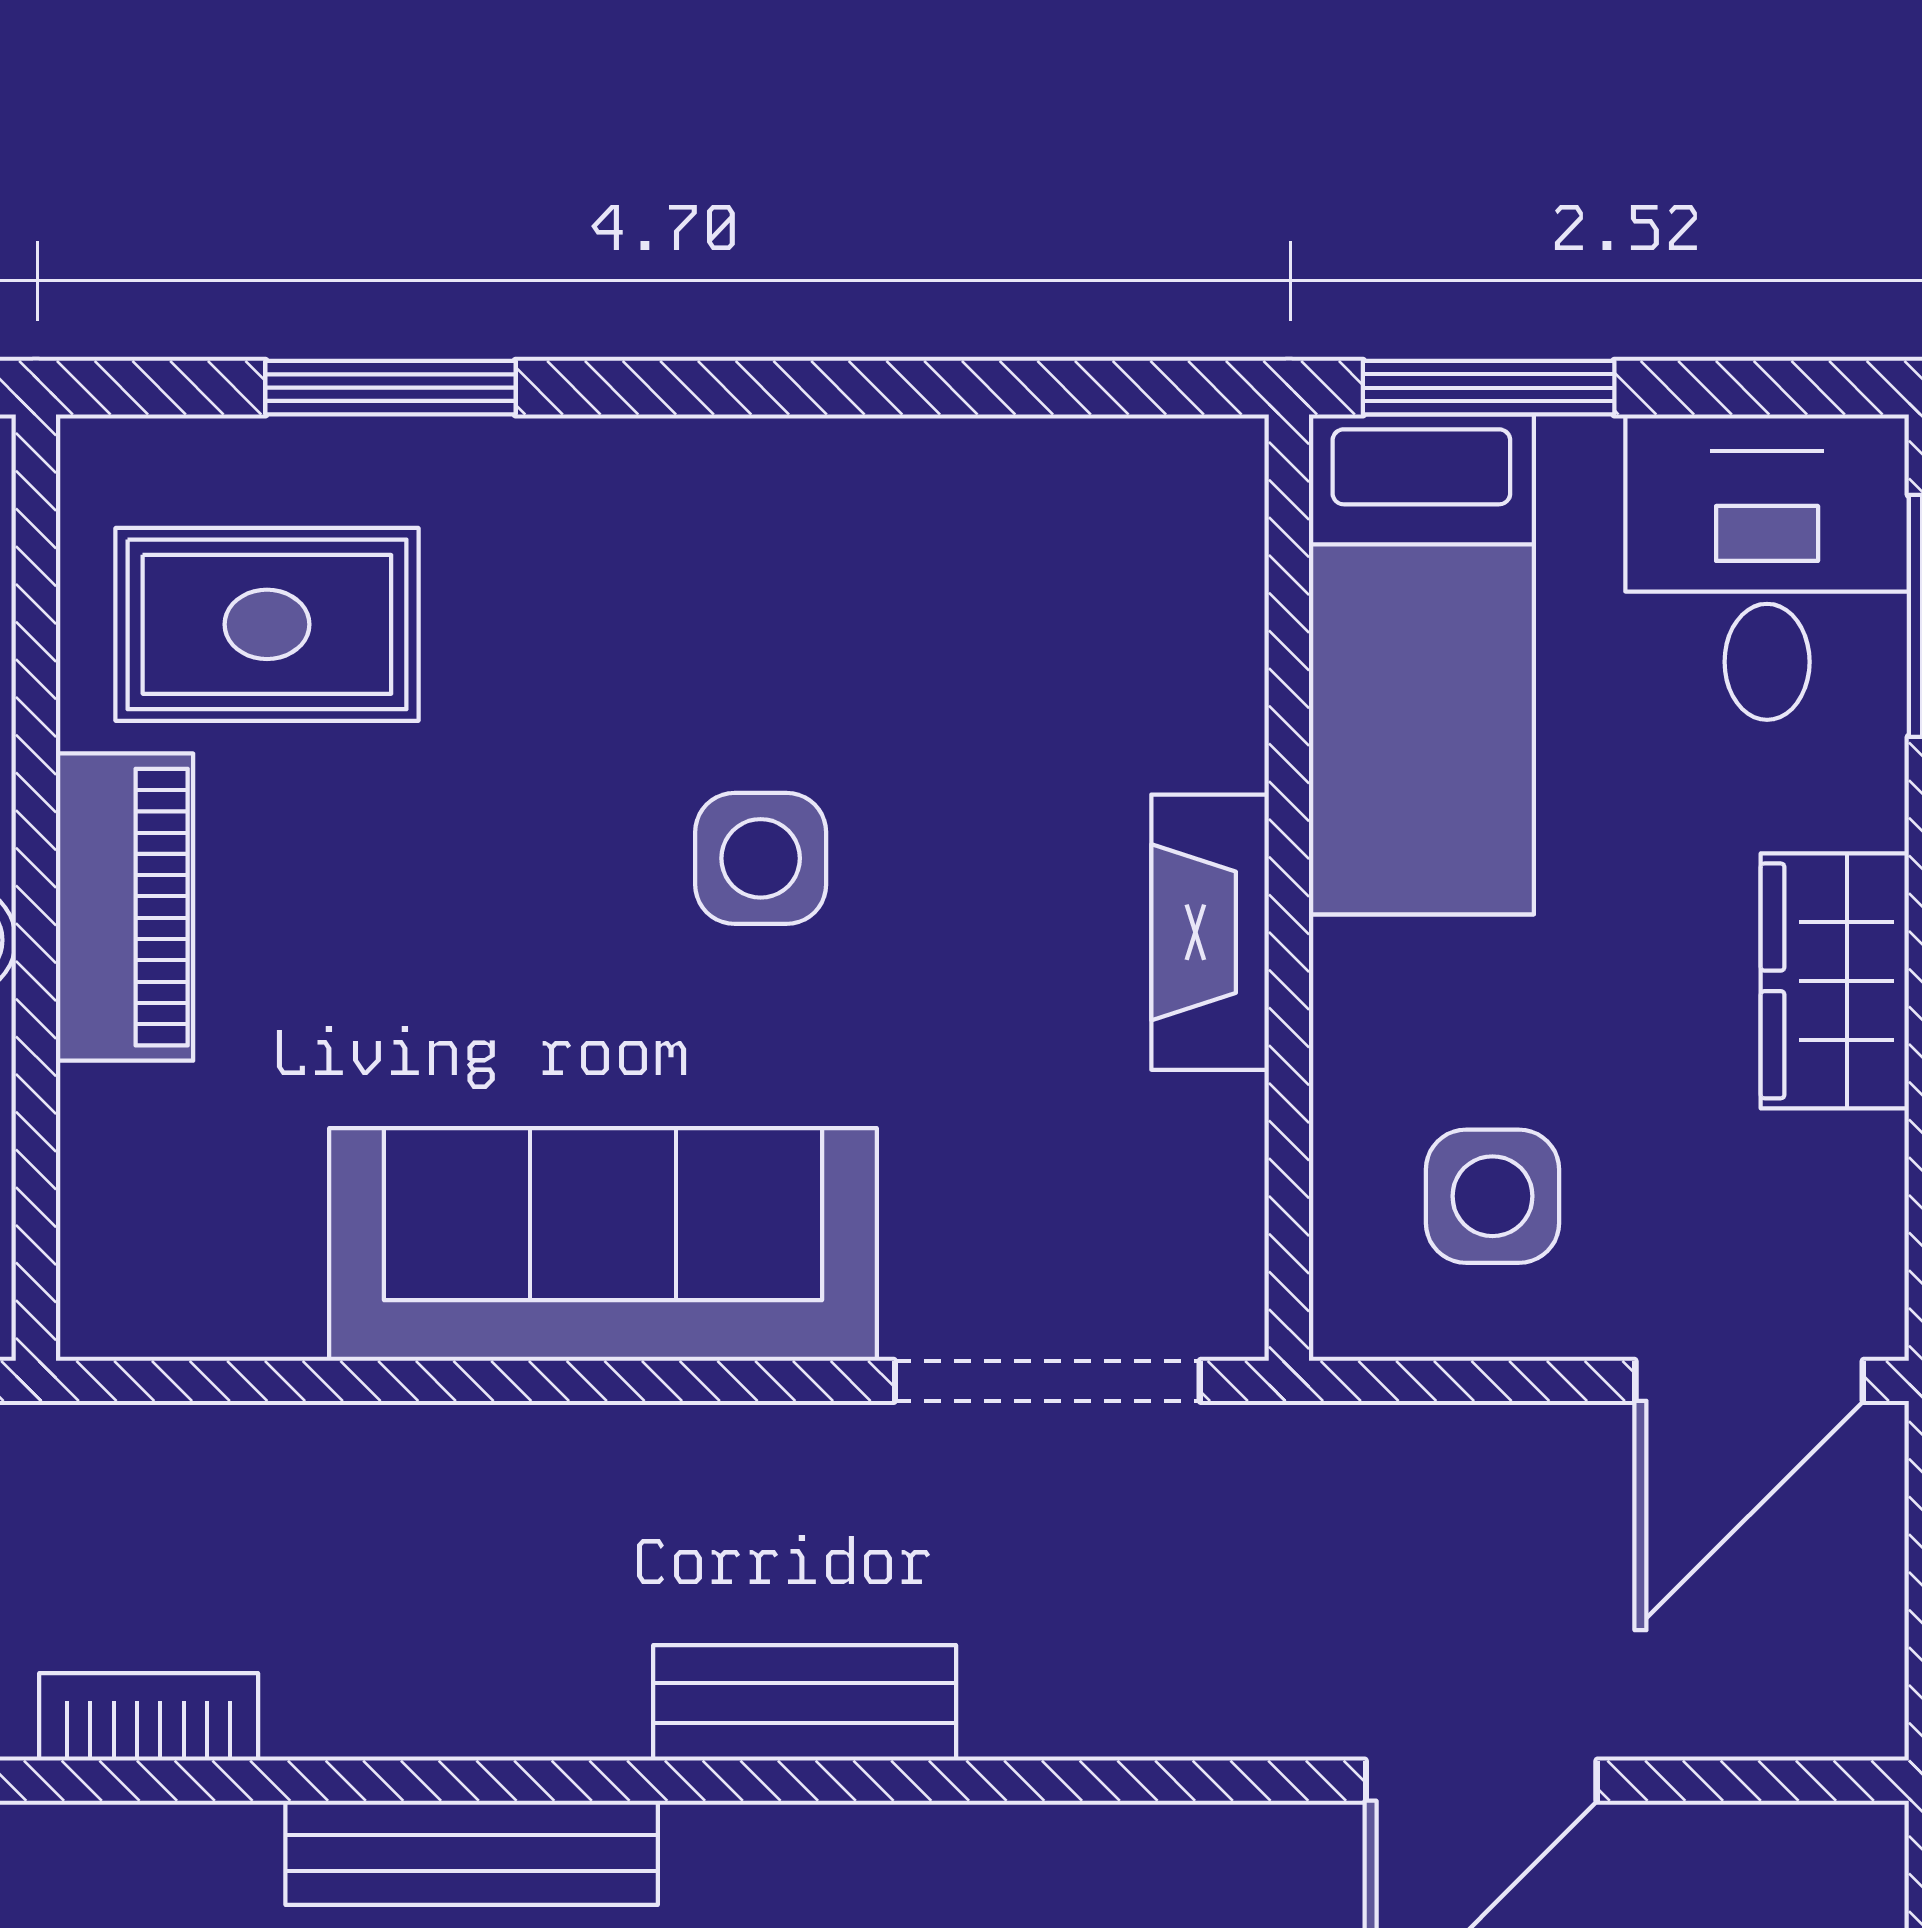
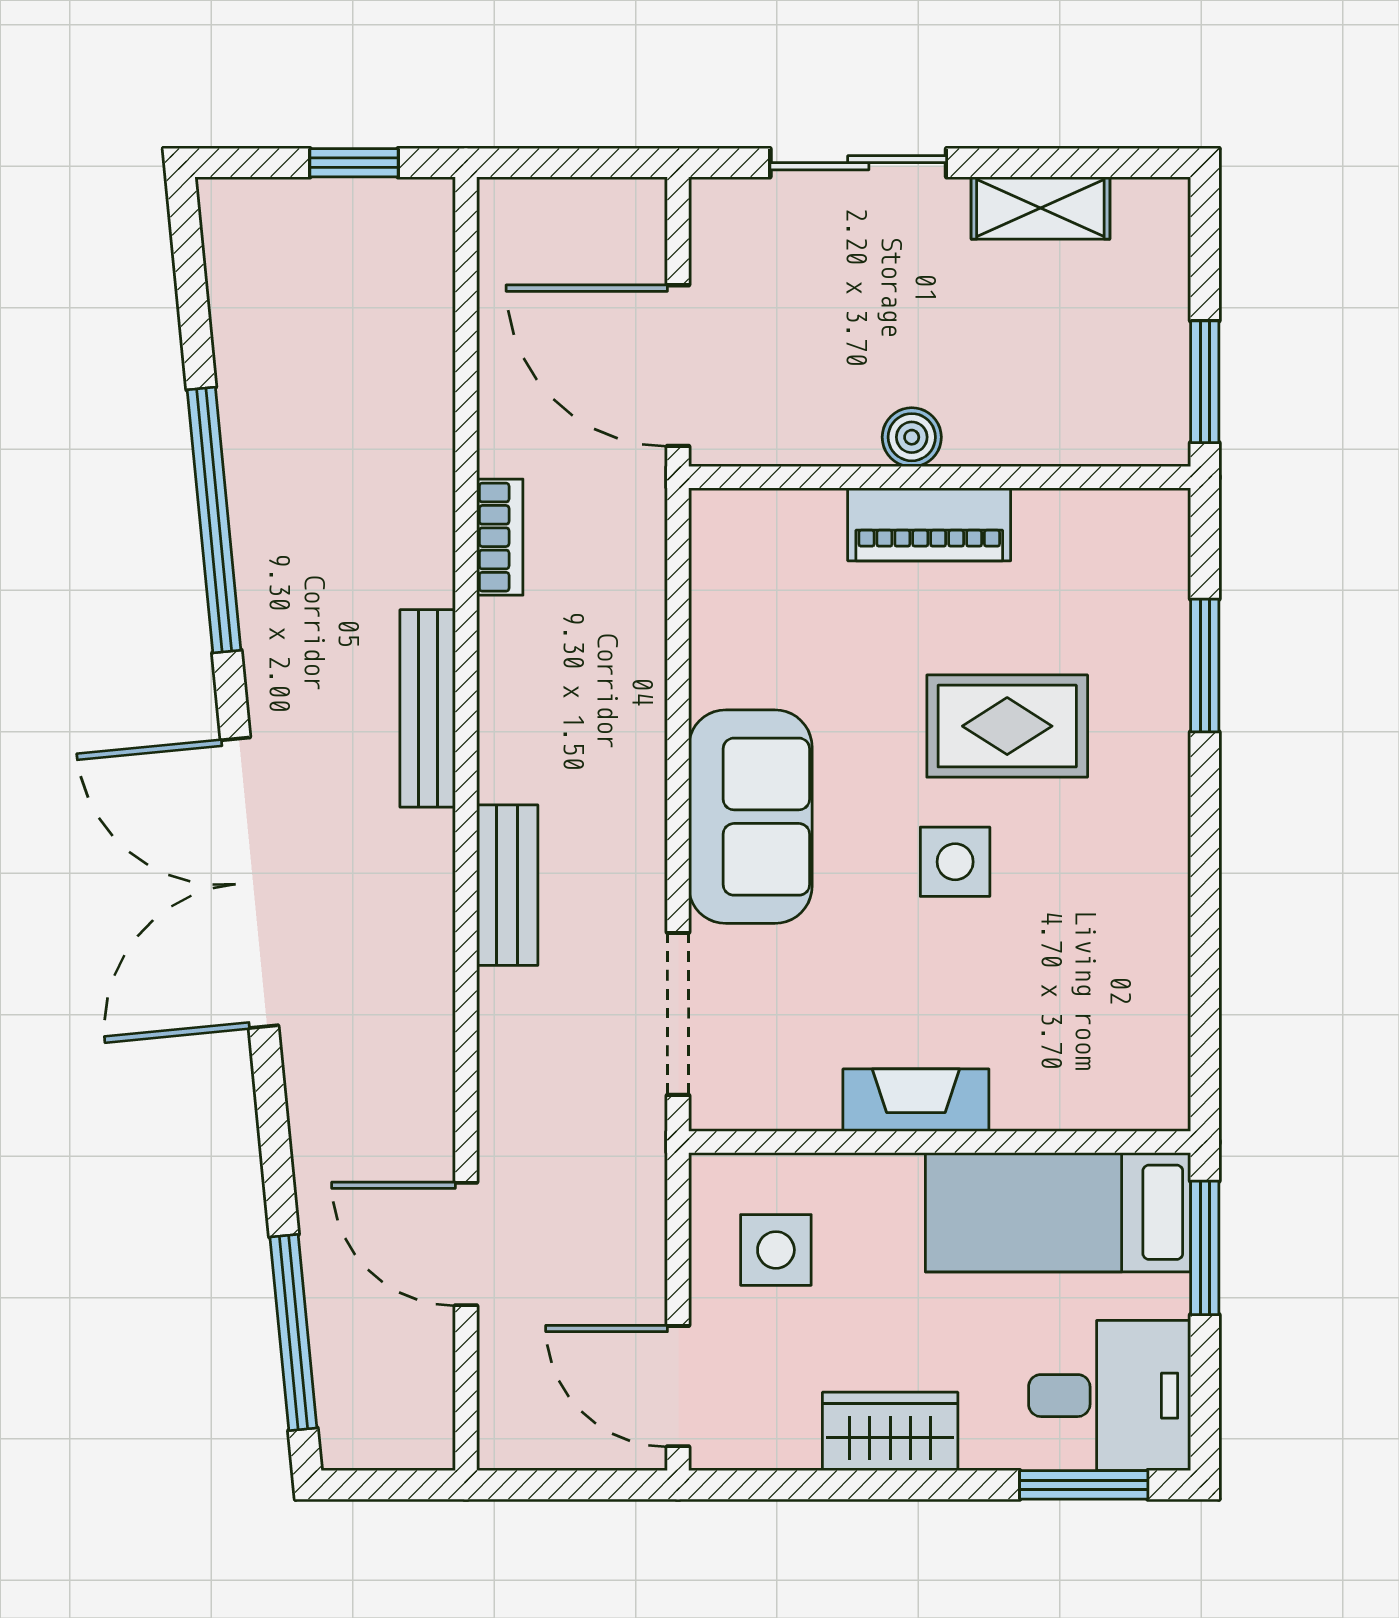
rug: (267, 624) -> (1007, 726), moved, turned 90
sofa: (603, 1244) -> (750, 817), width x0.73

